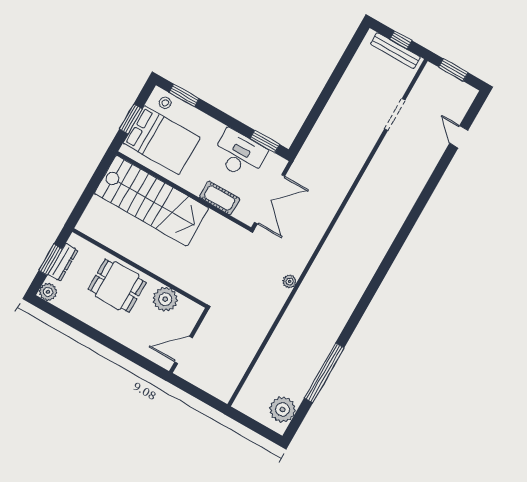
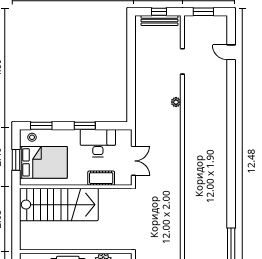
window: (265, 141) -> (85, 126), moved
double door: (269, 199) -> (133, 161), width x0.73
plant: (290, 281) -> (176, 102), moved

